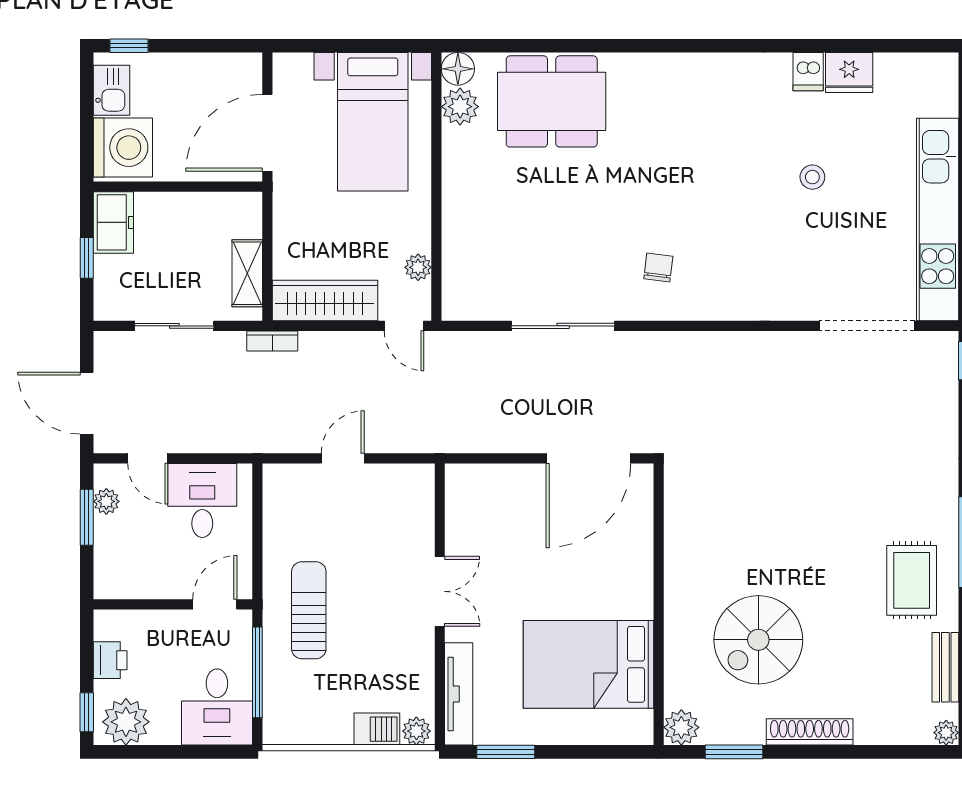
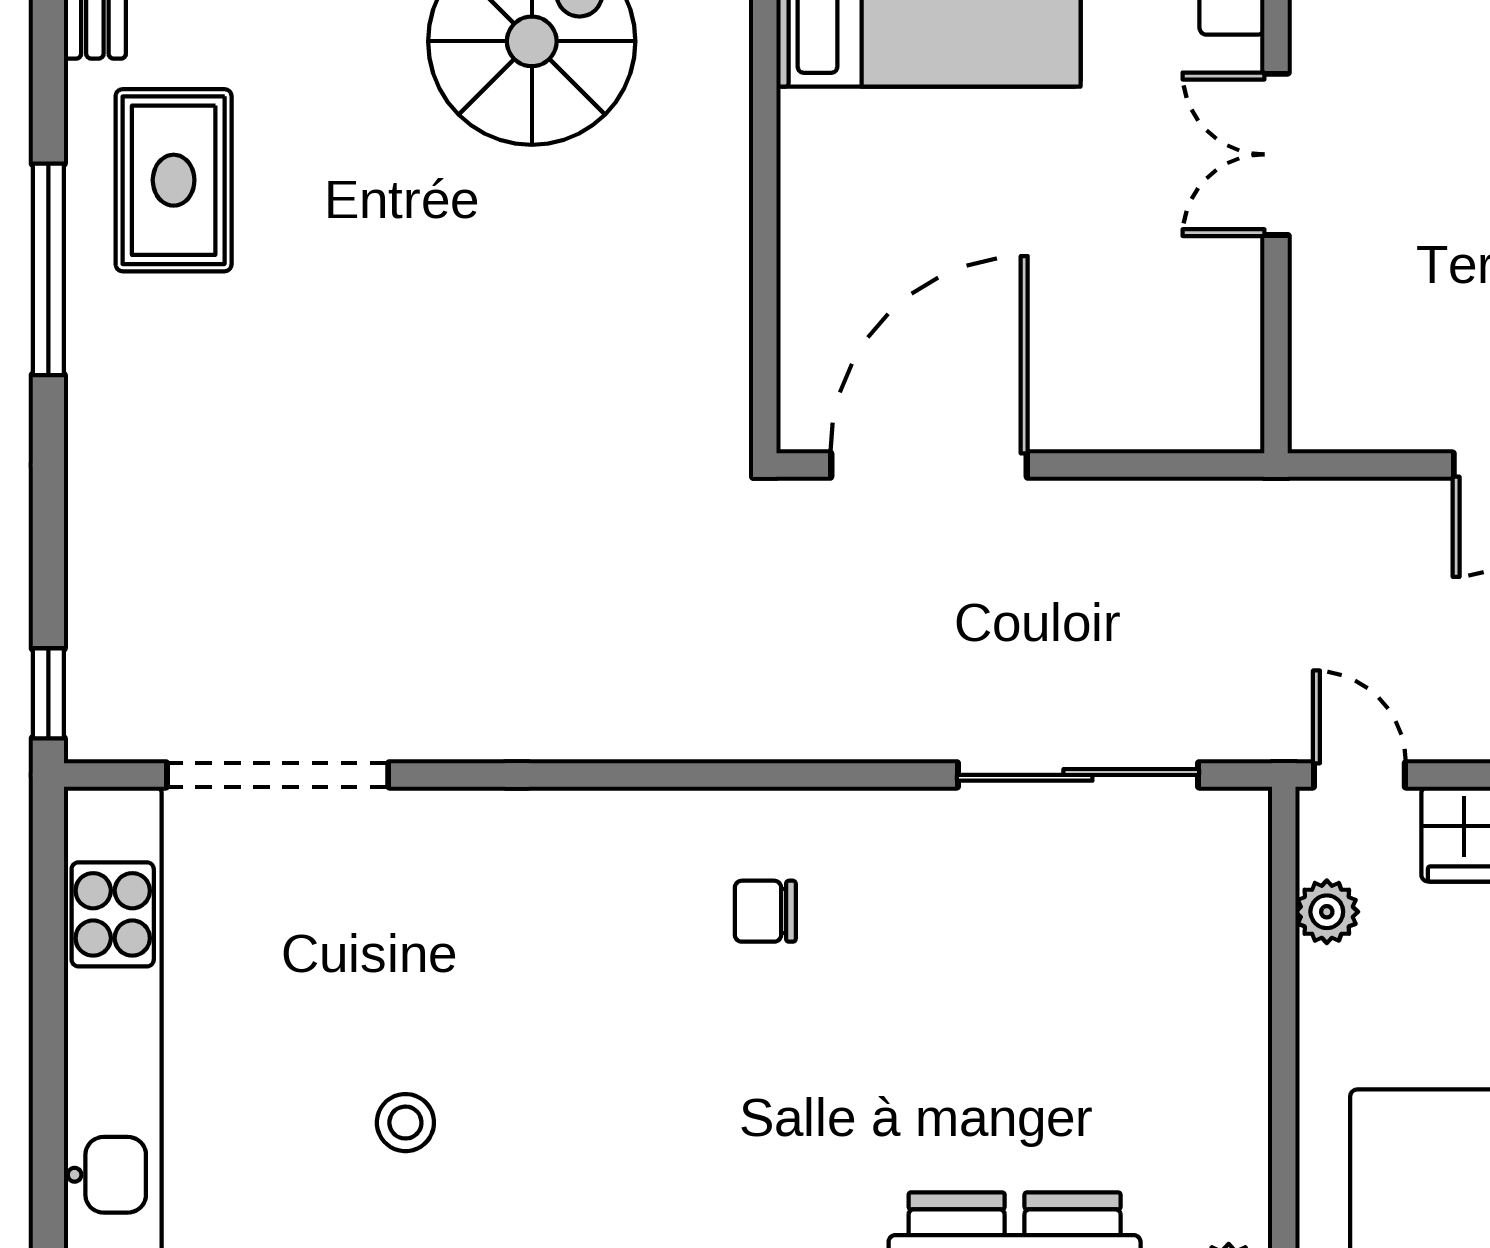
chair: (658, 268) -> (765, 911), turned 83
sliding door: (563, 326) -> (1078, 775), moved

